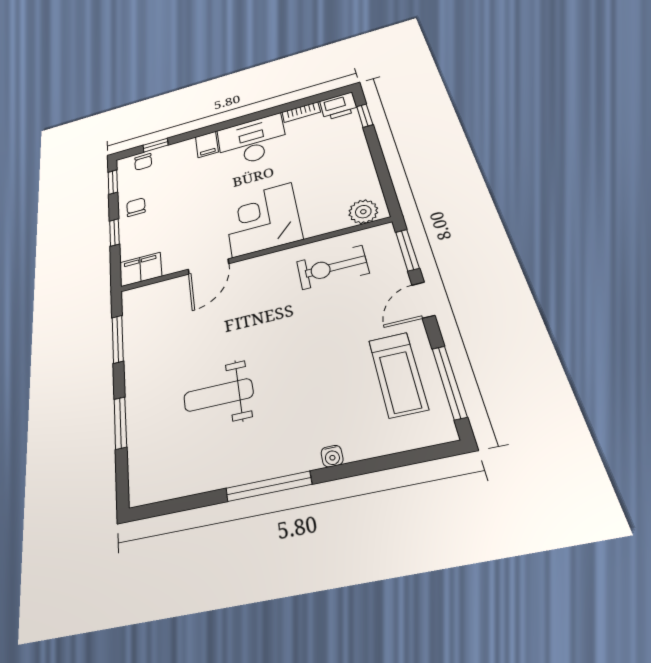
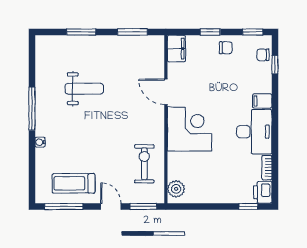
weight bench: (218, 395) -> (84, 89), turned 90

